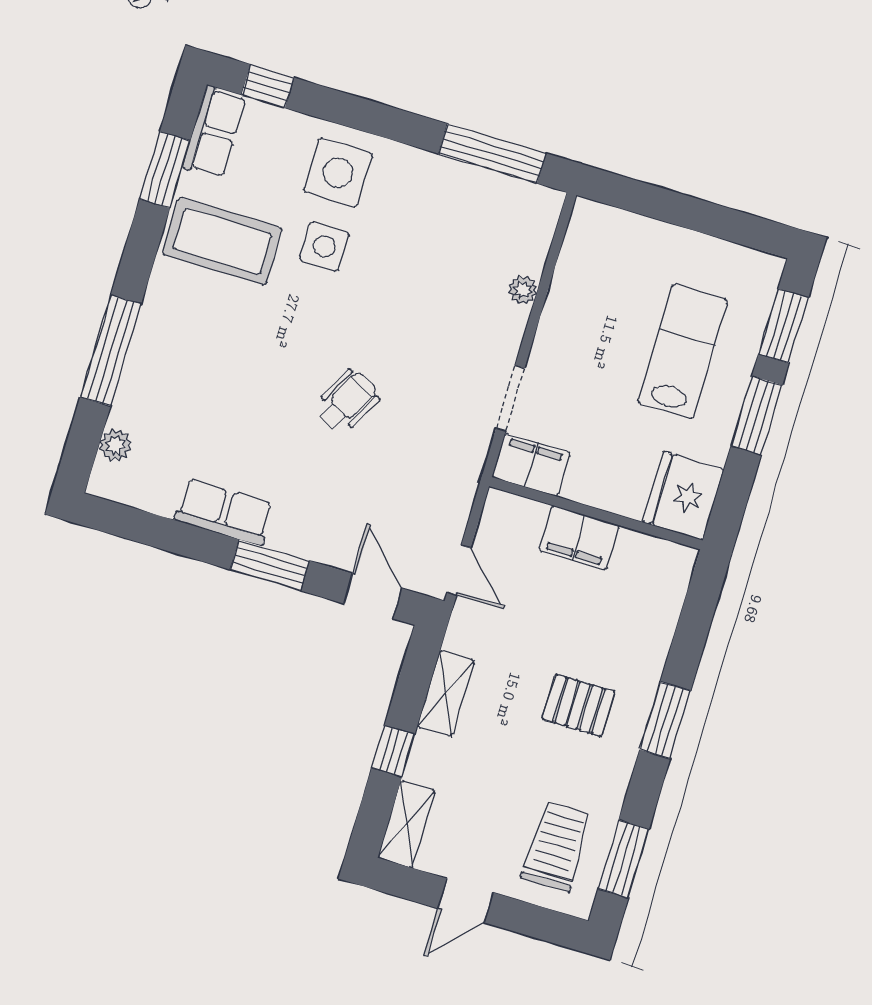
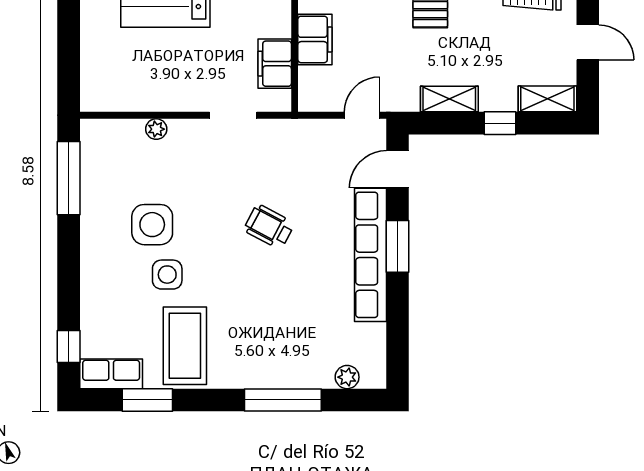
side table: (338, 173) -> (152, 225), moved
filing cabinet: (531, 465) -> (275, 64), moved
row of seats: (224, 512) -> (371, 255), width x2.02

